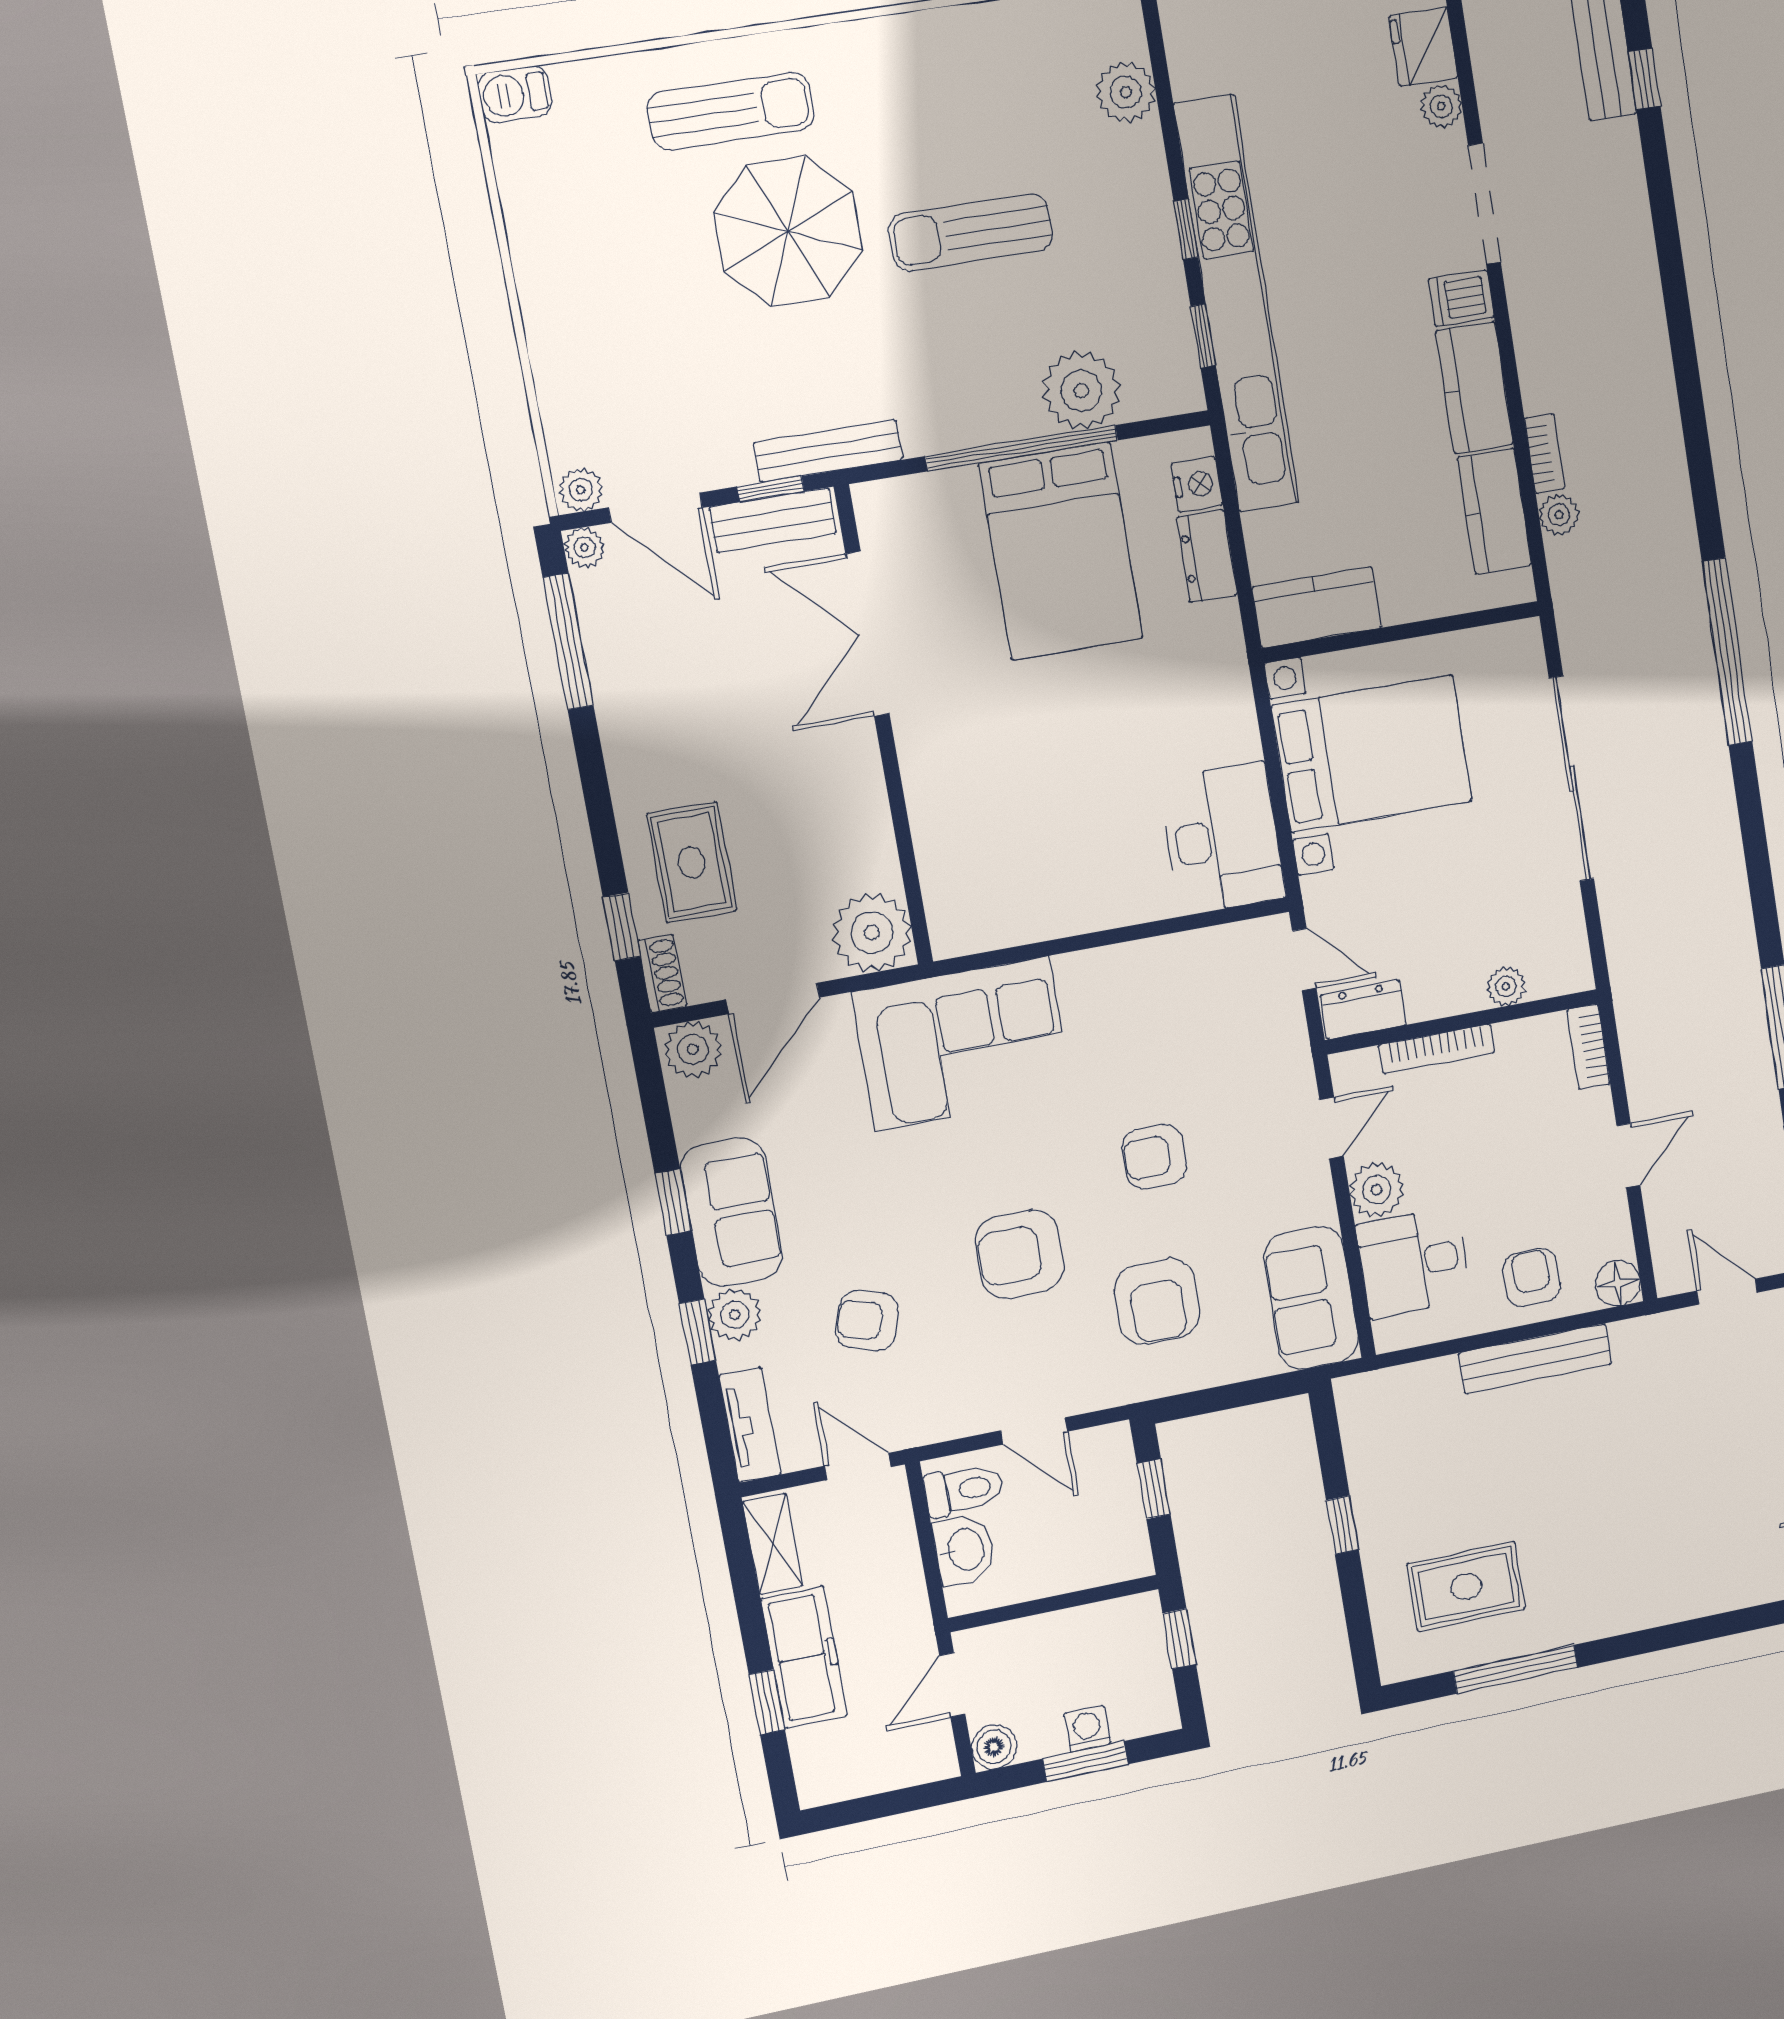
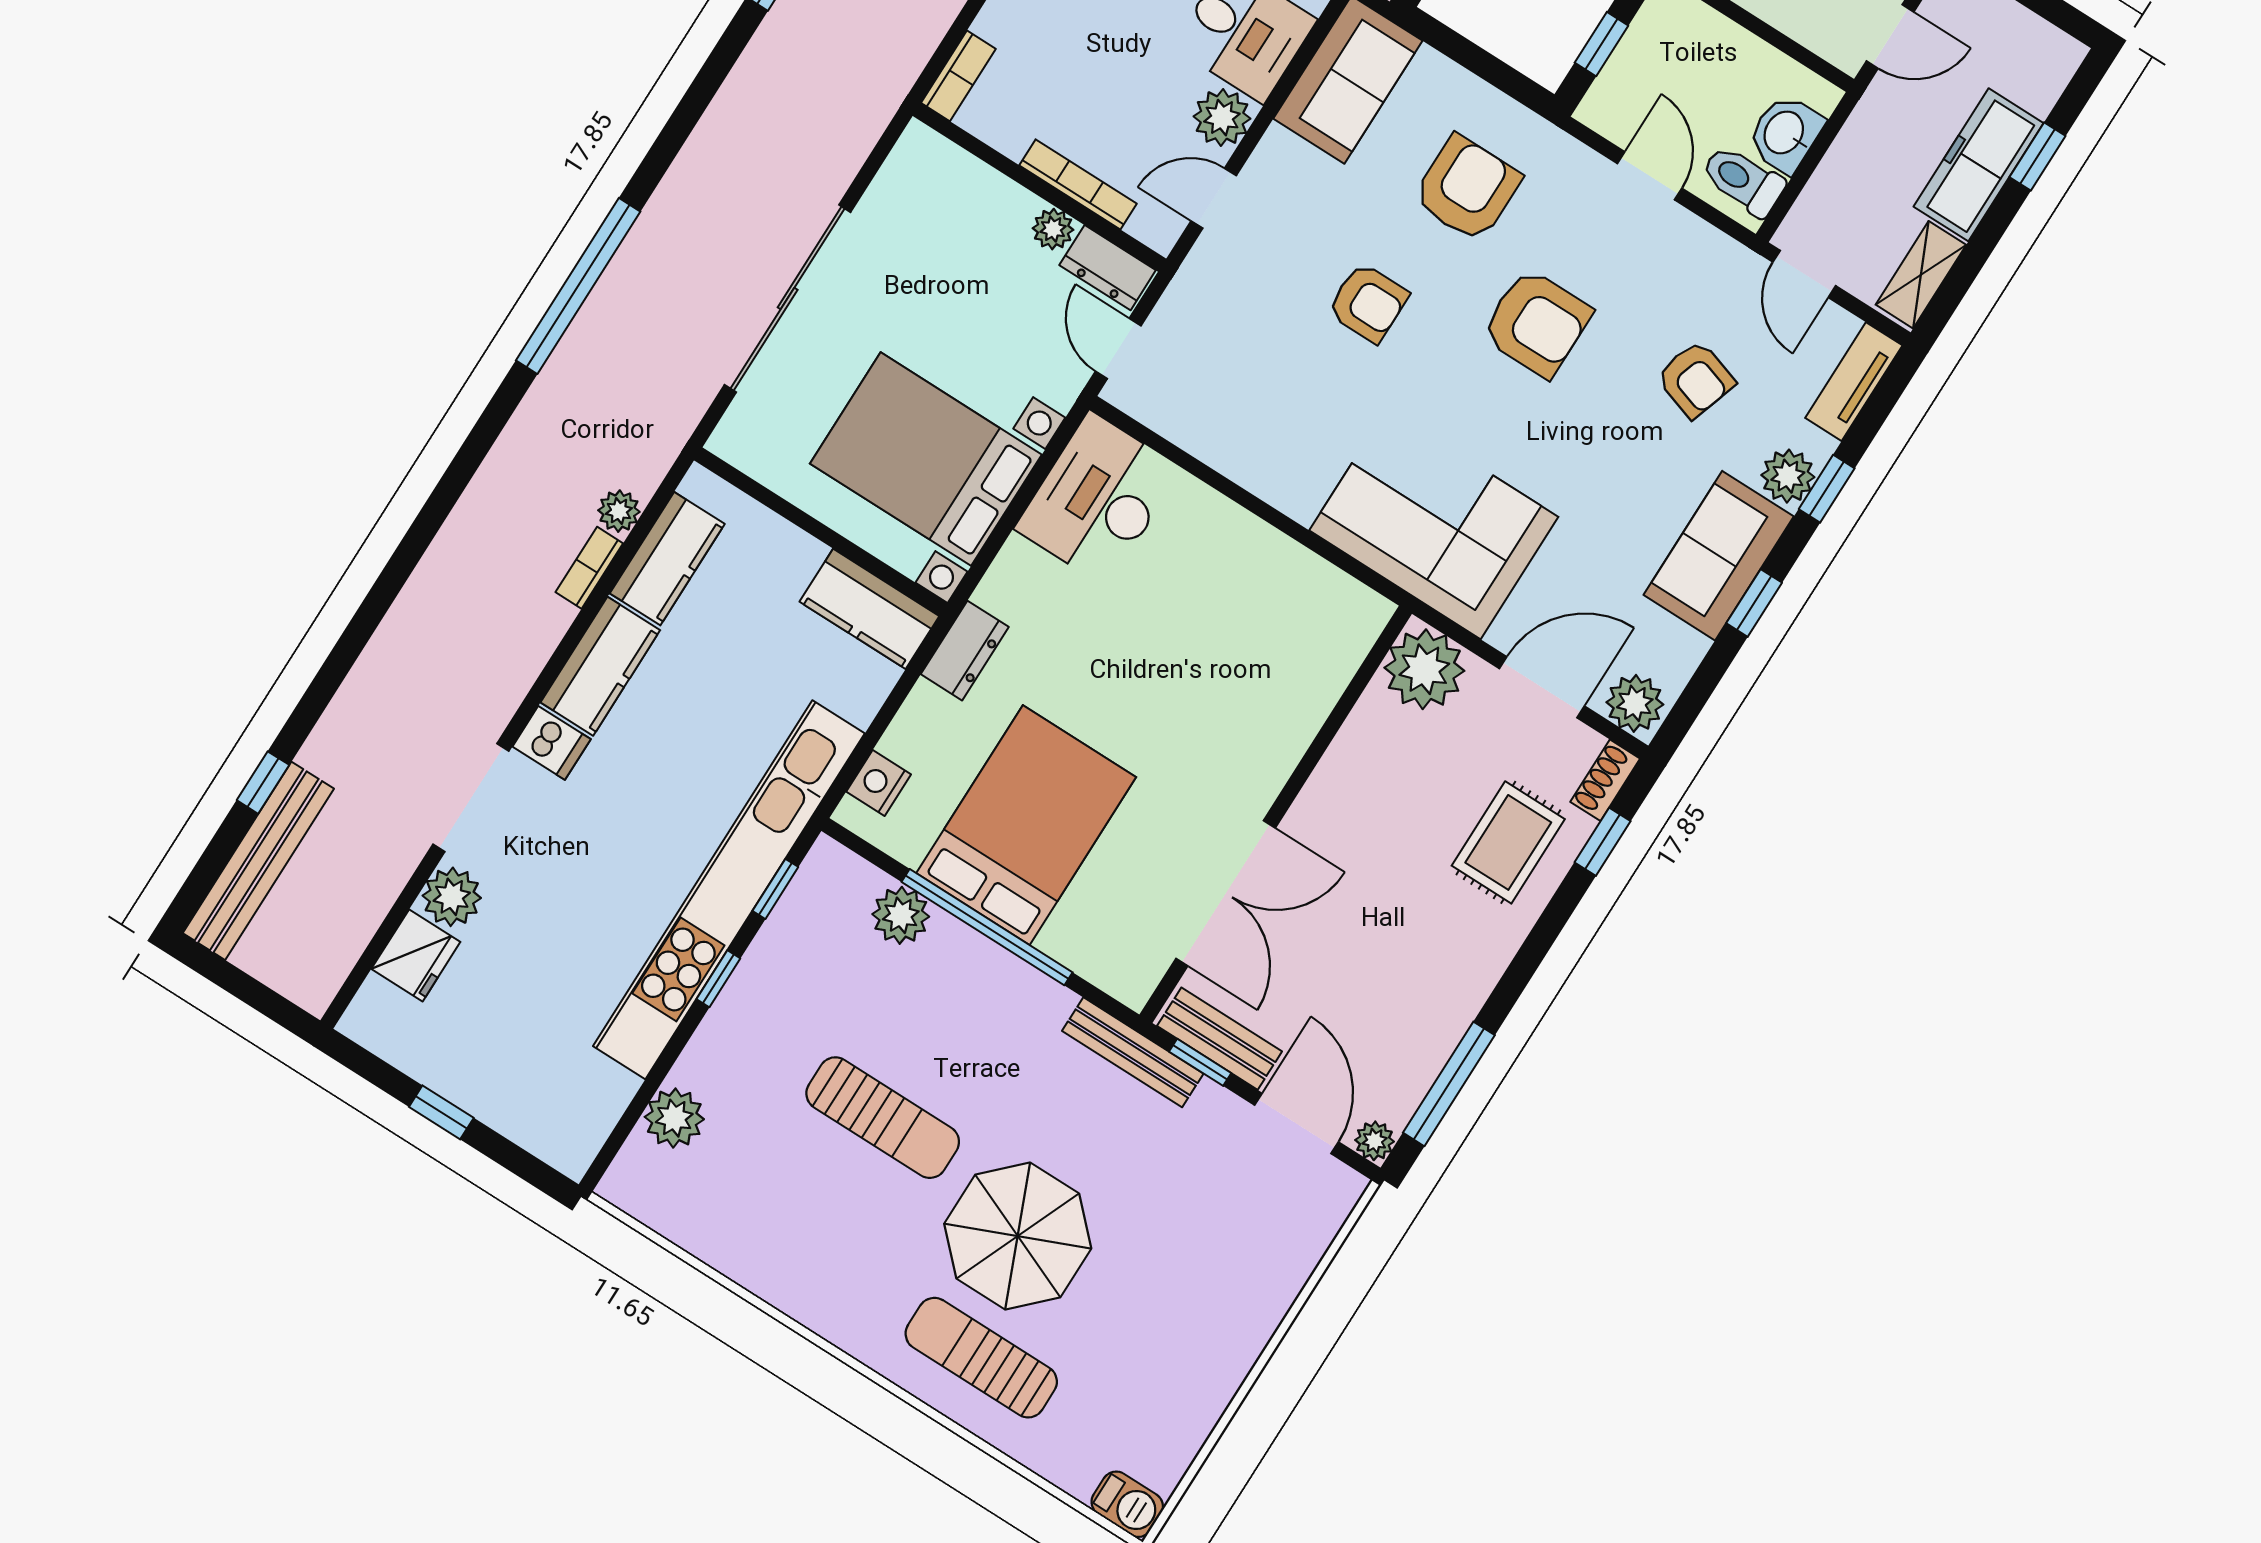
plant: (1441, 106) -> (452, 897), width x1.38, depth x1.38
plant: (1081, 391) -> (901, 915), width x0.73, depth x0.73
plant: (581, 490) -> (1339, 1184), removed
dresser: (1207, 556) -> (965, 651), moved
plant: (1506, 986) -> (1053, 229), moved

